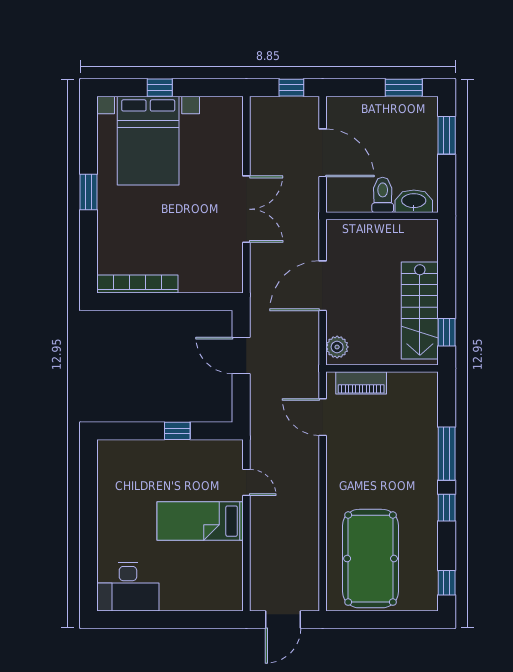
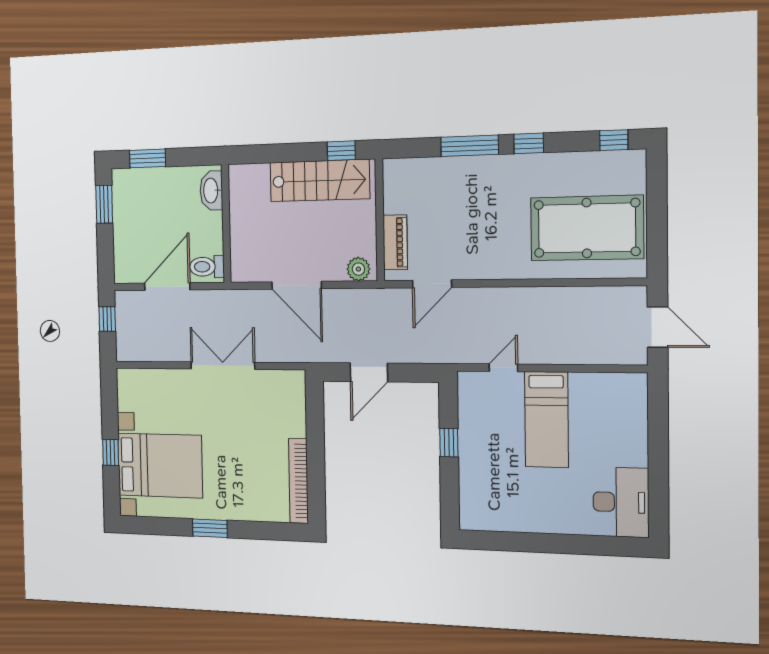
toilet: (383, 195) -> (207, 267), moved

